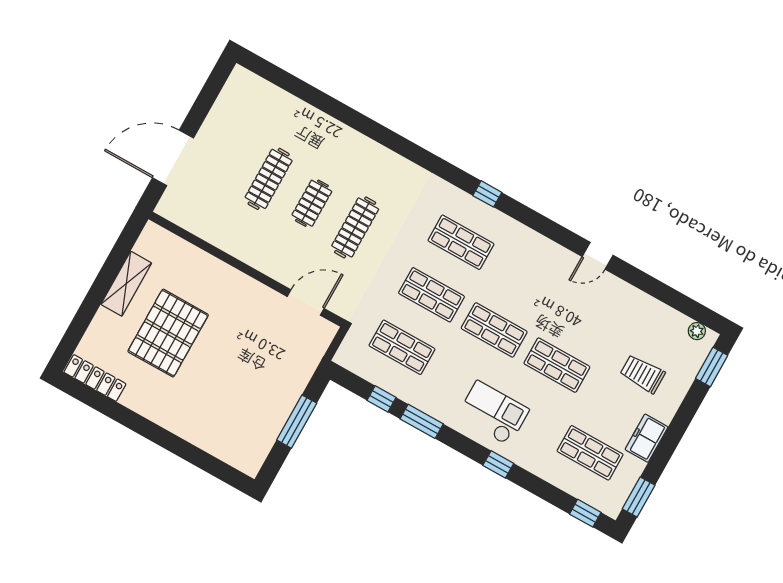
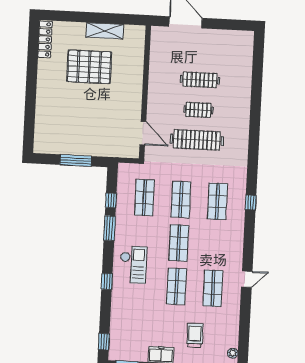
clothes rail: (355, 227) -> (197, 140), width x1.37, depth x1.31
door: (598, 256) -> (247, 279), swing flipped
shop shelf: (590, 453) -> (213, 288), moved

